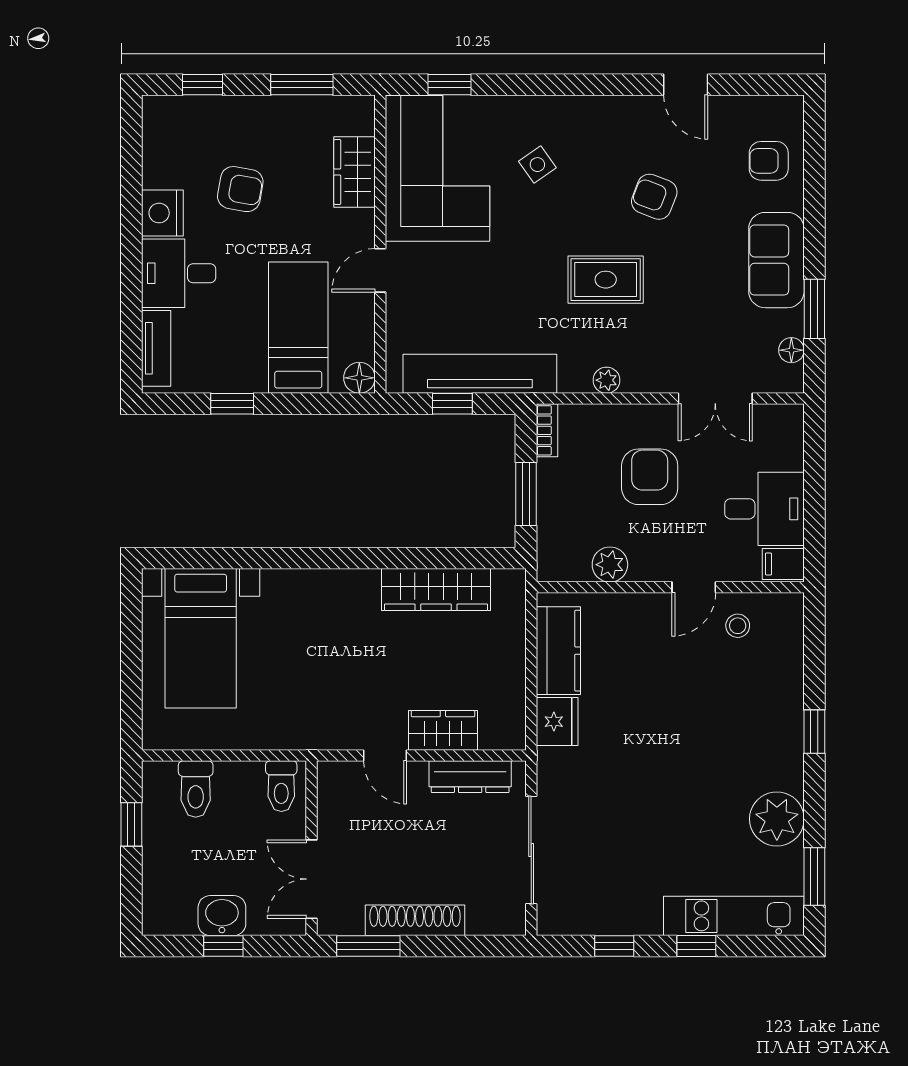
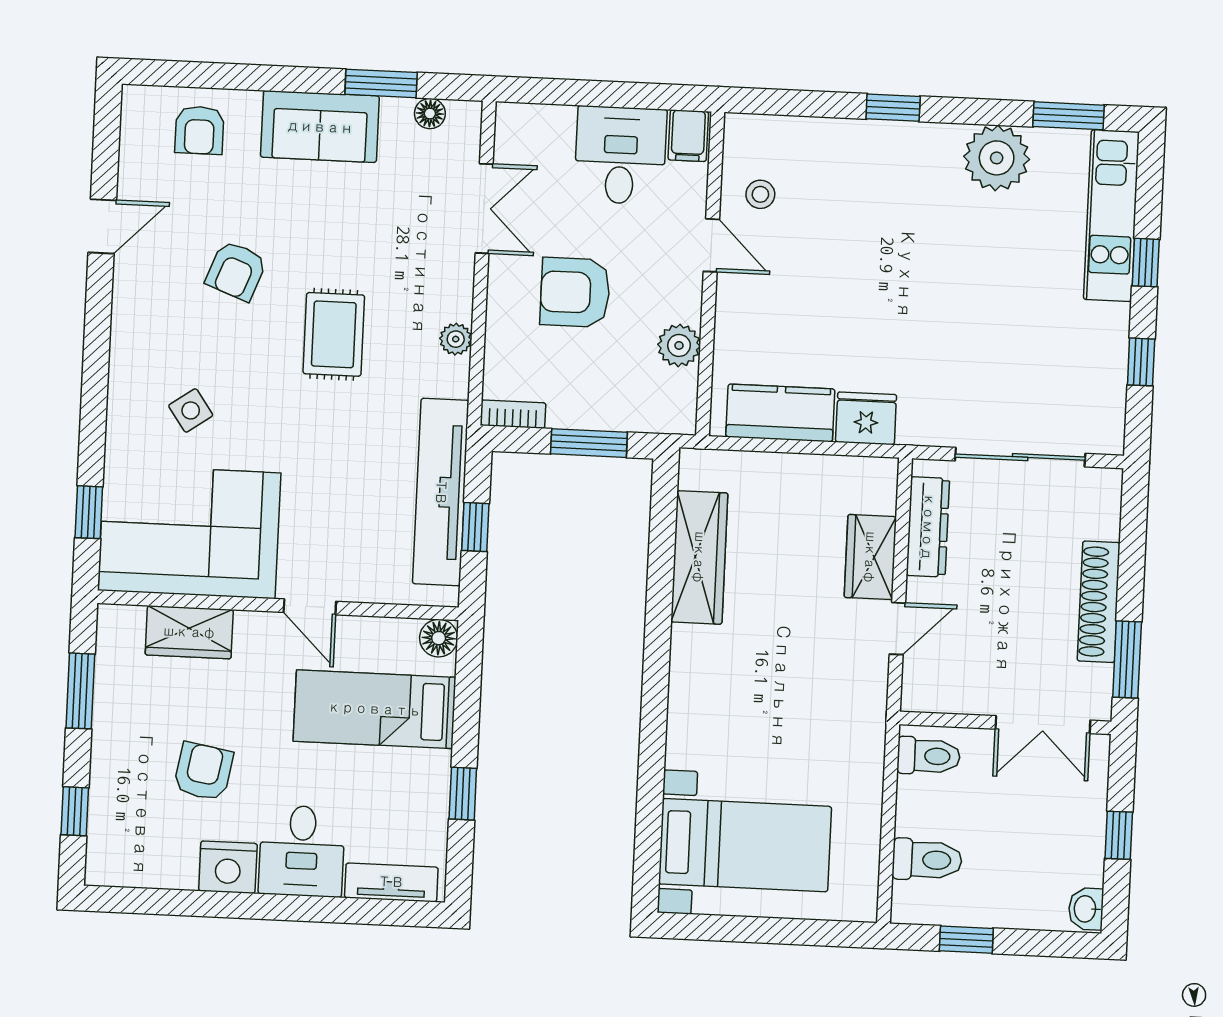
washbasin: (222, 916) -> (1086, 909), moved, width x0.72, depth x0.69

